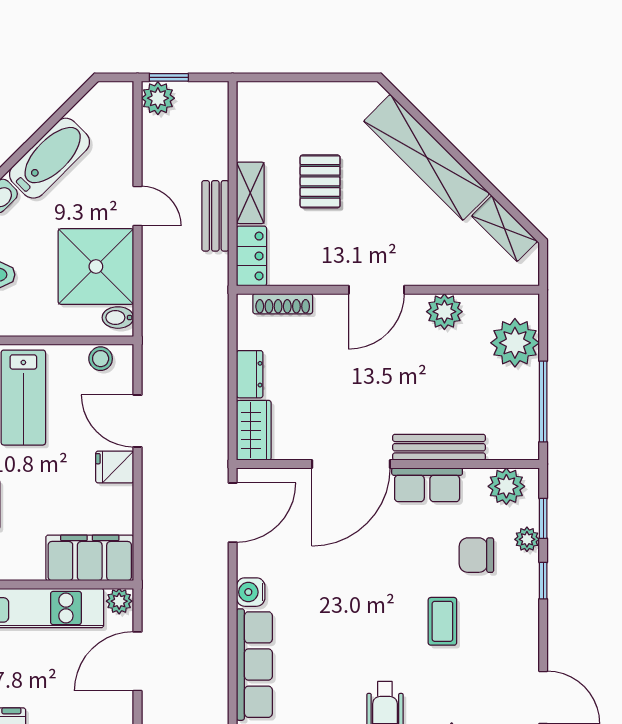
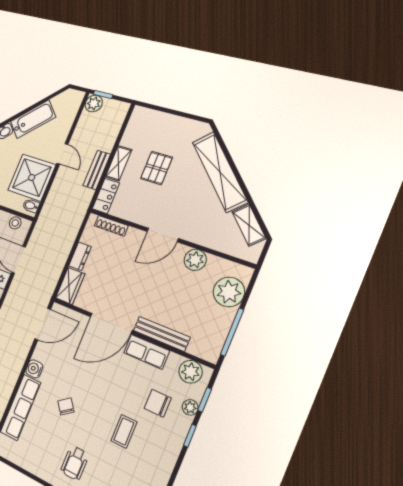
chair: (332, 627) -> (66, 406), added

